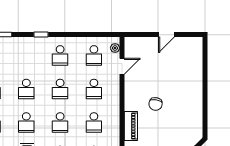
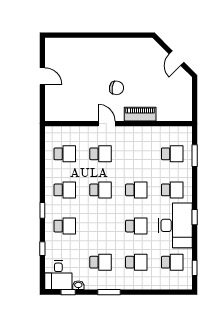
plant: (115, 48) -> (57, 131), removed
door: (122, 66) -> (107, 124), moved
school desk: (26, 89) -> (65, 226), moved
school desk: (94, 123) -> (136, 154), removed

